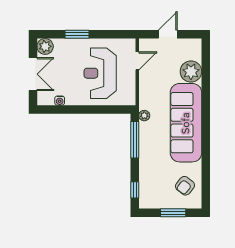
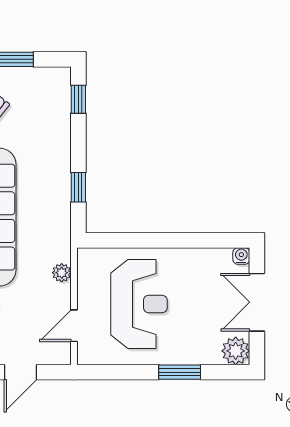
water cooler: (60, 101) -> (241, 256), moved
plant: (144, 116) -> (62, 273), moved
window: (135, 140) -> (78, 187), width x0.46

